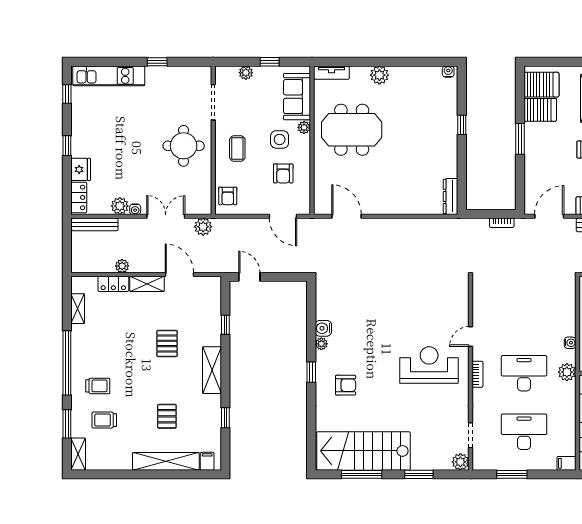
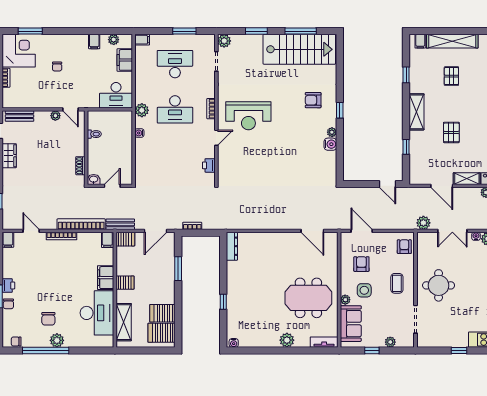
window: (520, 139) -> (178, 269), moved
printer: (480, 301) -> (209, 165), added
desk: (524, 432) -> (175, 64), turned 180

